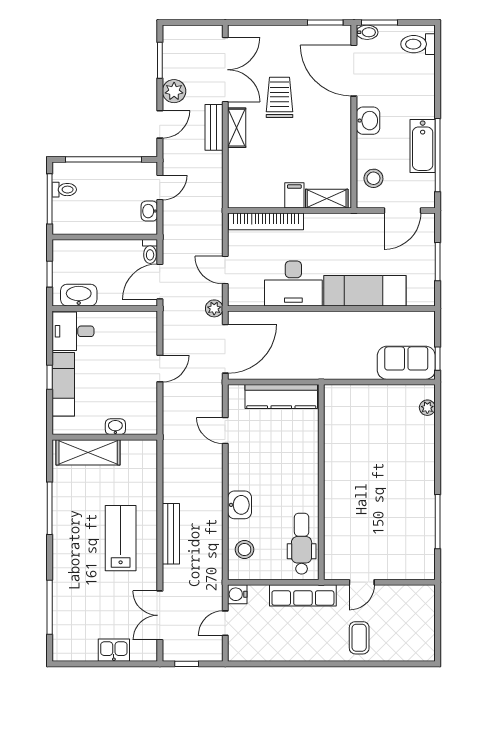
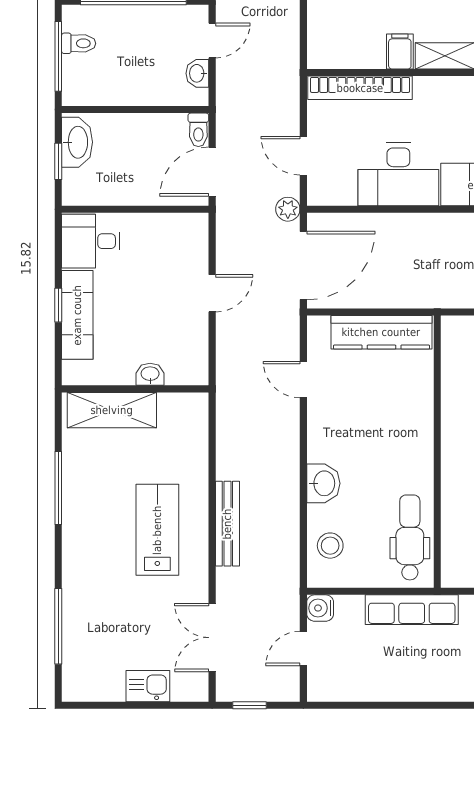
washbasin: (79, 295) -> (77, 142), moved, turned 90

